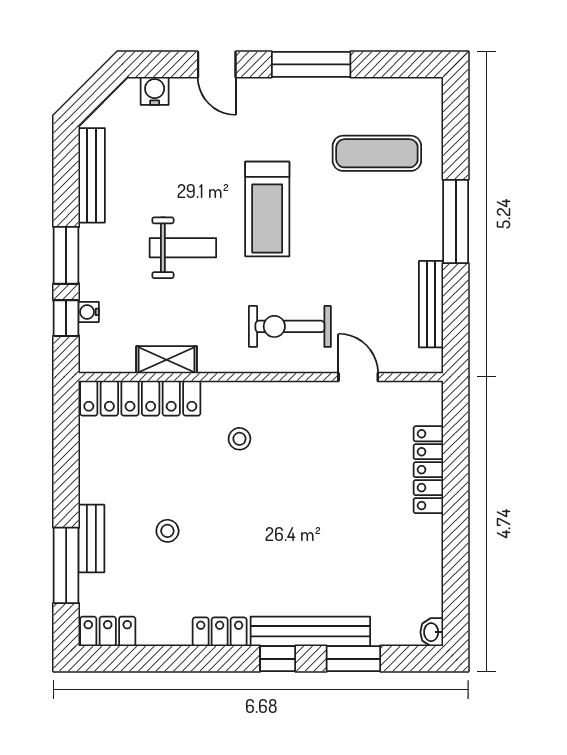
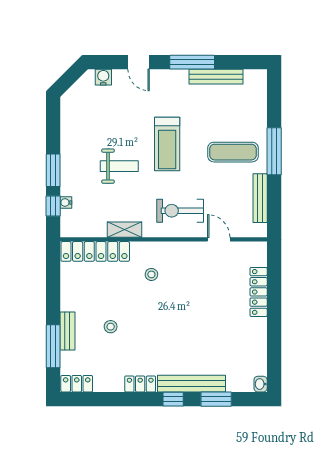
exercise mat: (377, 153) -> (233, 152), moved
bench: (92, 175) -> (216, 77), moved, turned 90
shelving: (166, 360) -> (124, 230), moved

